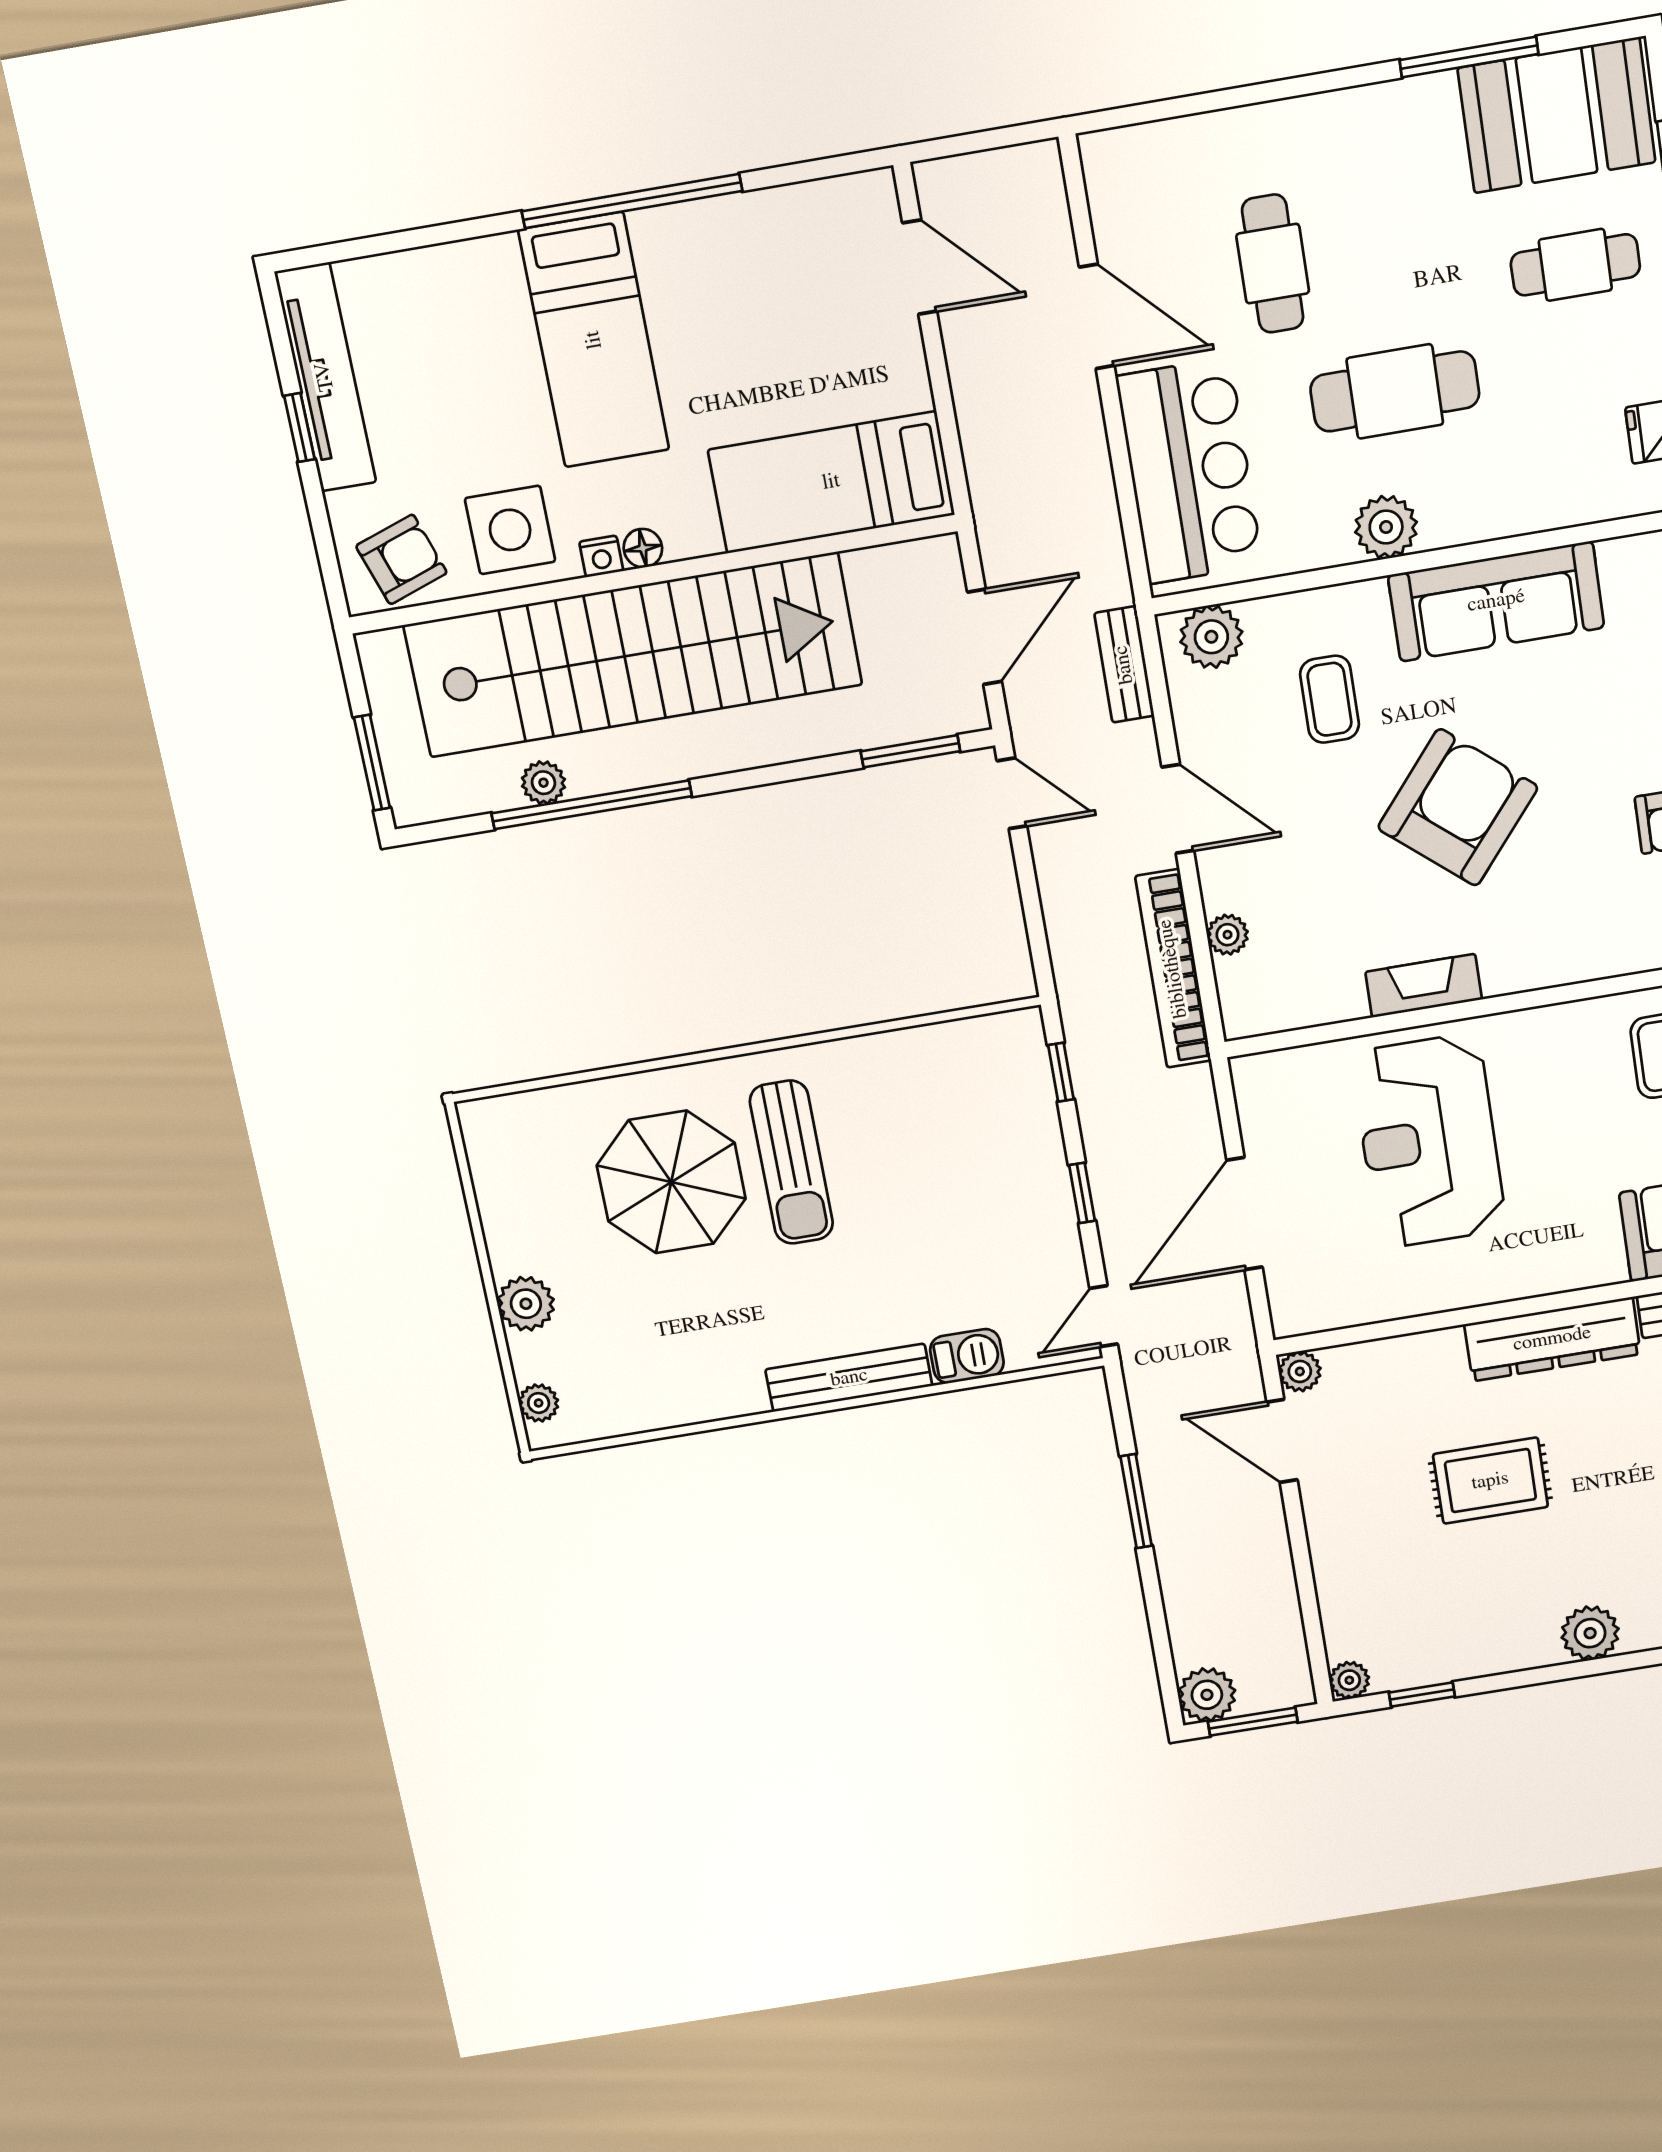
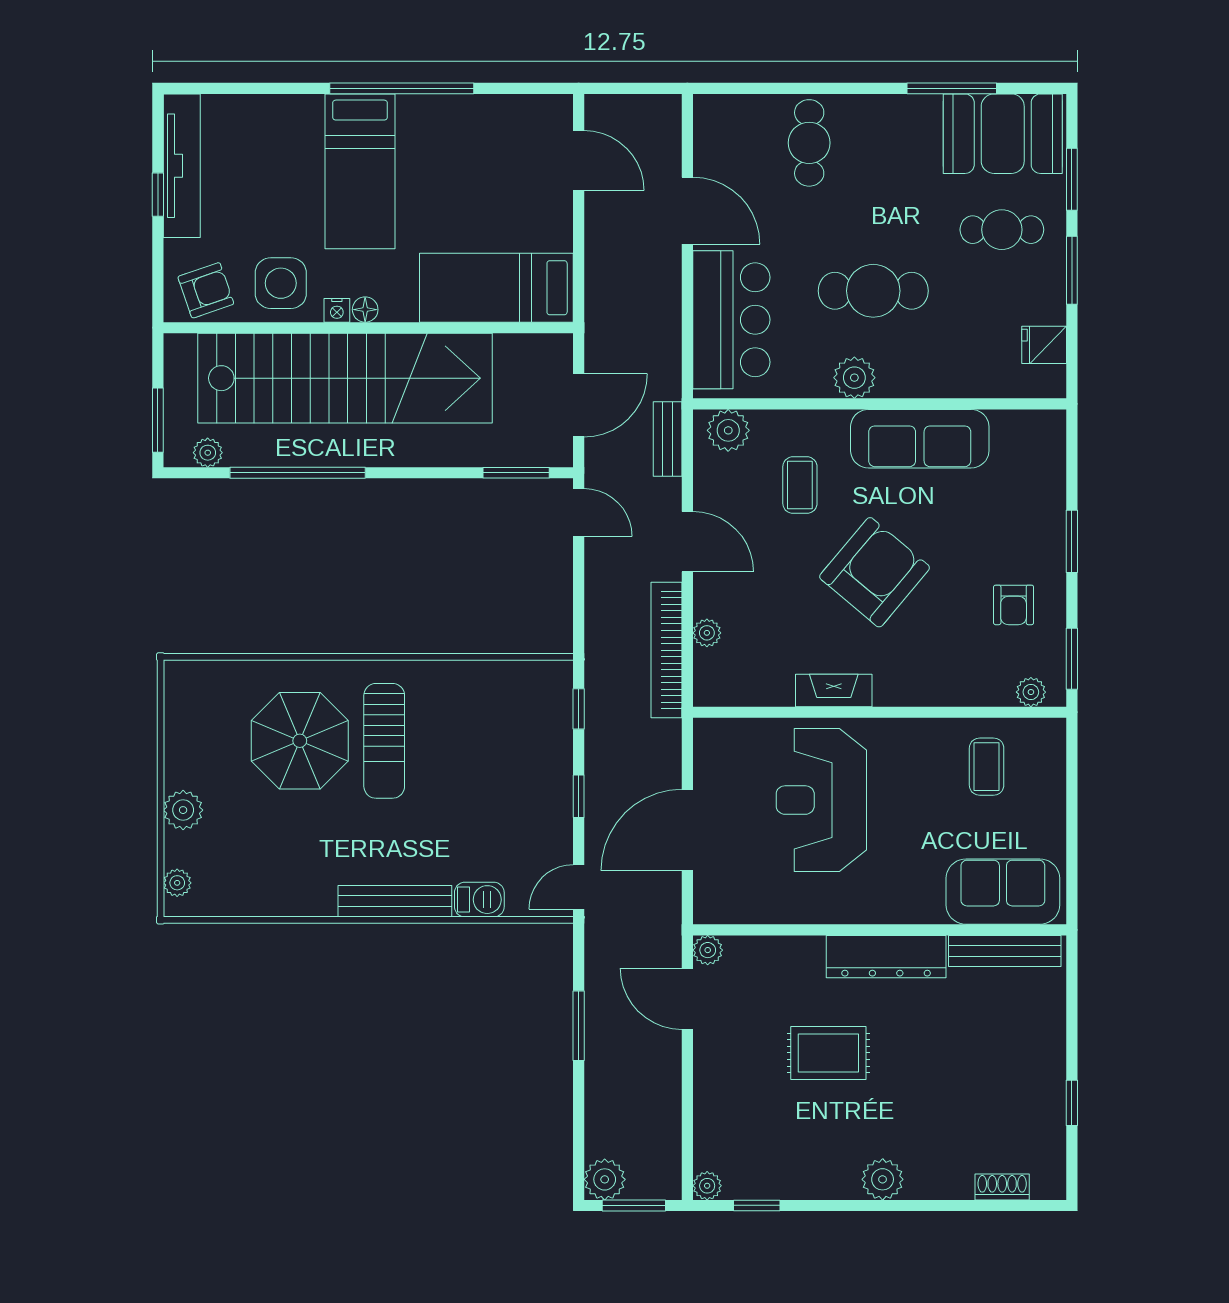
cafe table: (1273, 264) -> (809, 143), moved
plant: (543, 783) -> (208, 453), moved

